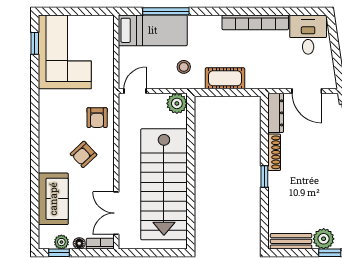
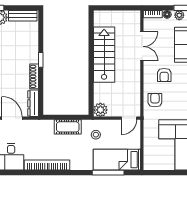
armchair: (84, 154) -> (164, 75), turned 133
stairs: (164, 184) -> (104, 55), width x0.73, depth x0.66
double door: (116, 213) -> (142, 46), moved

